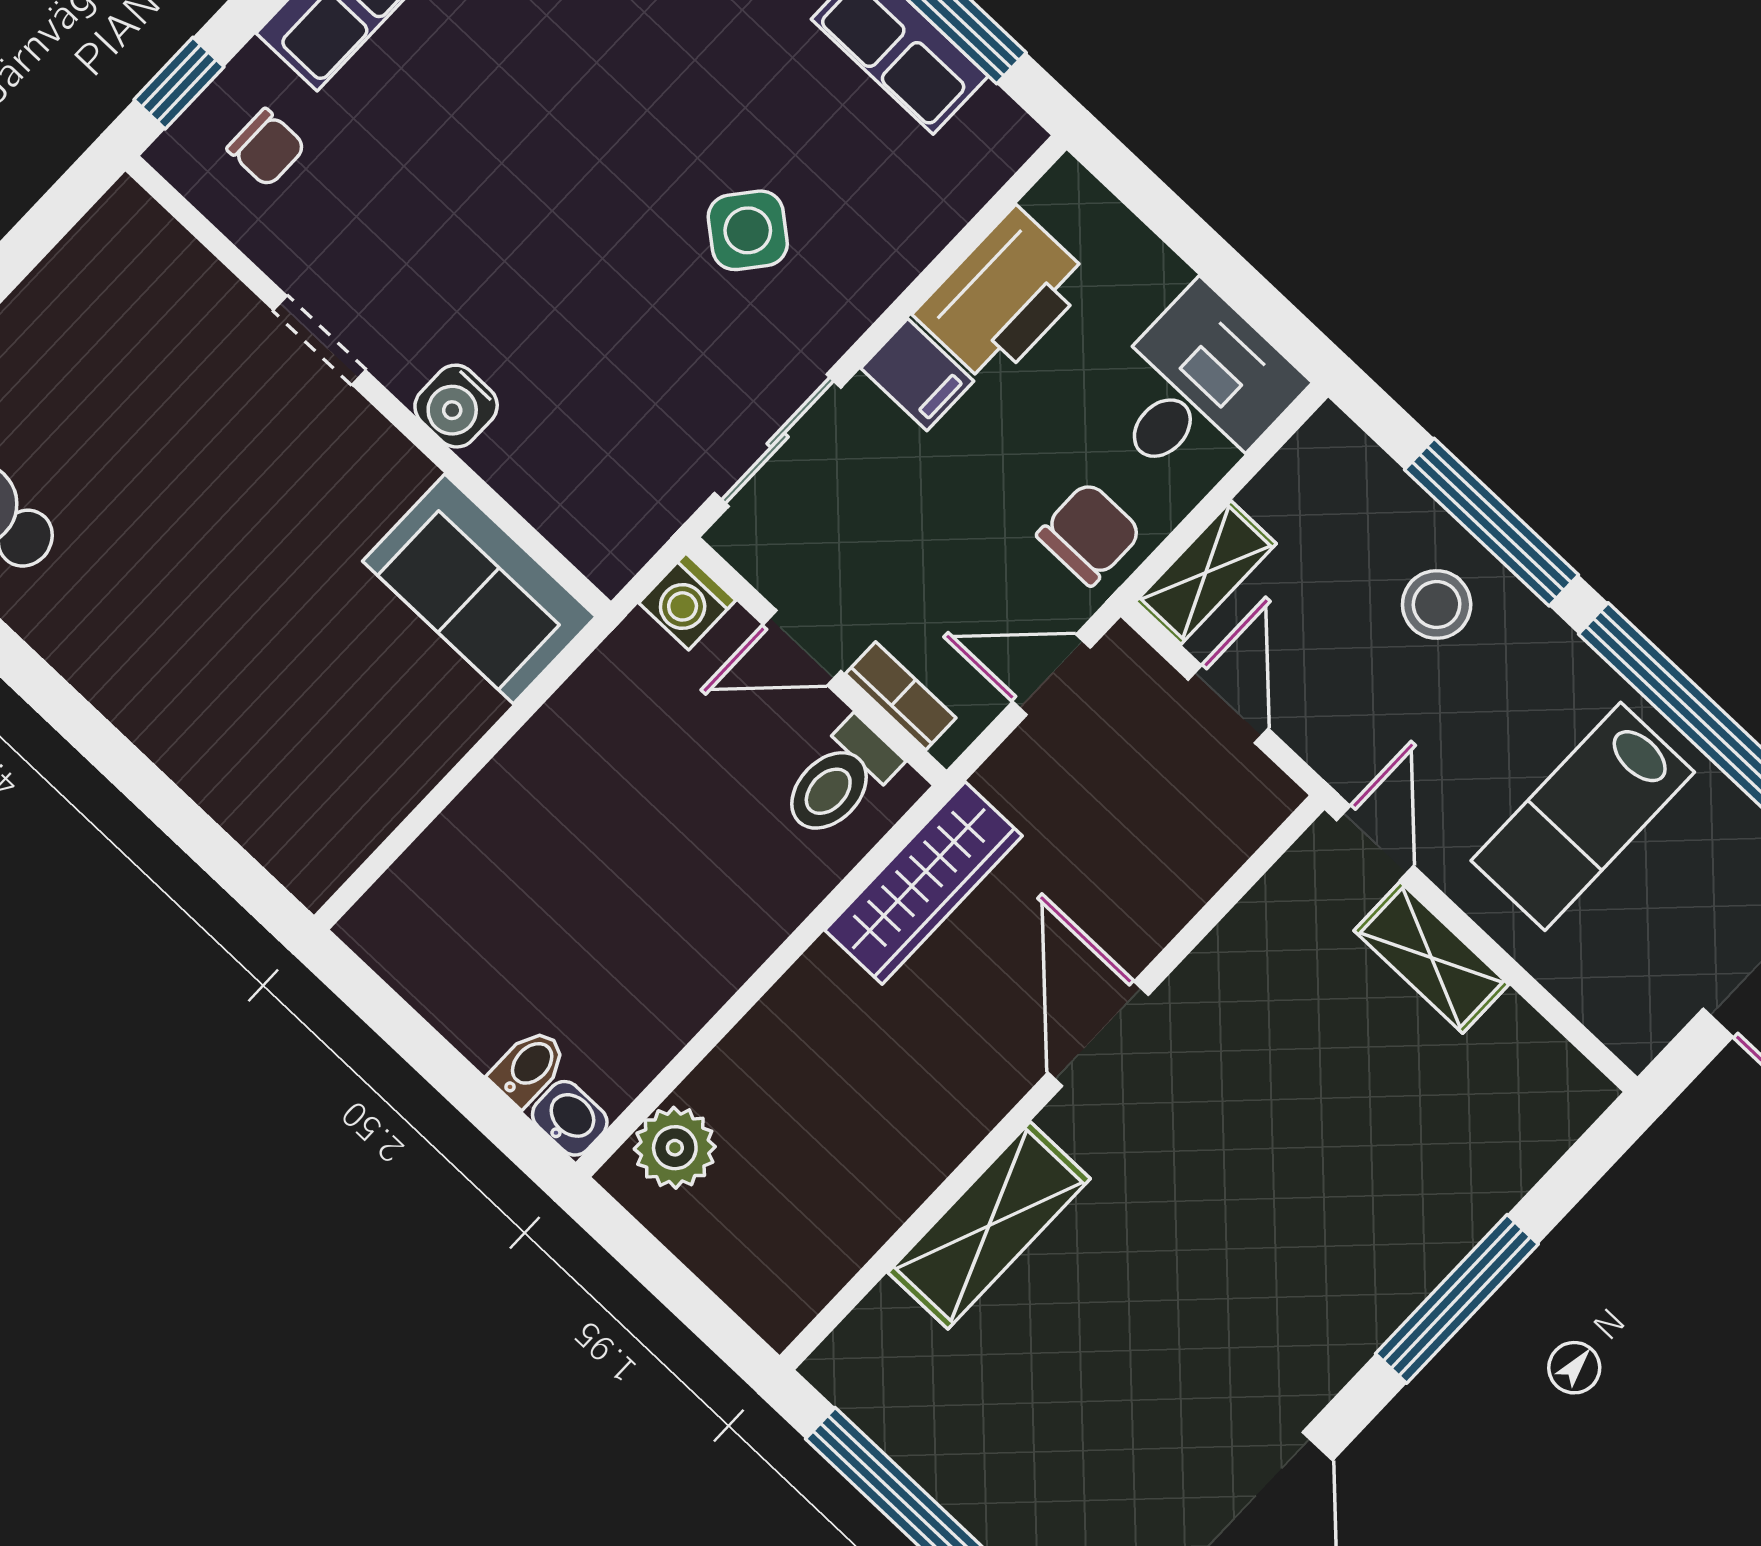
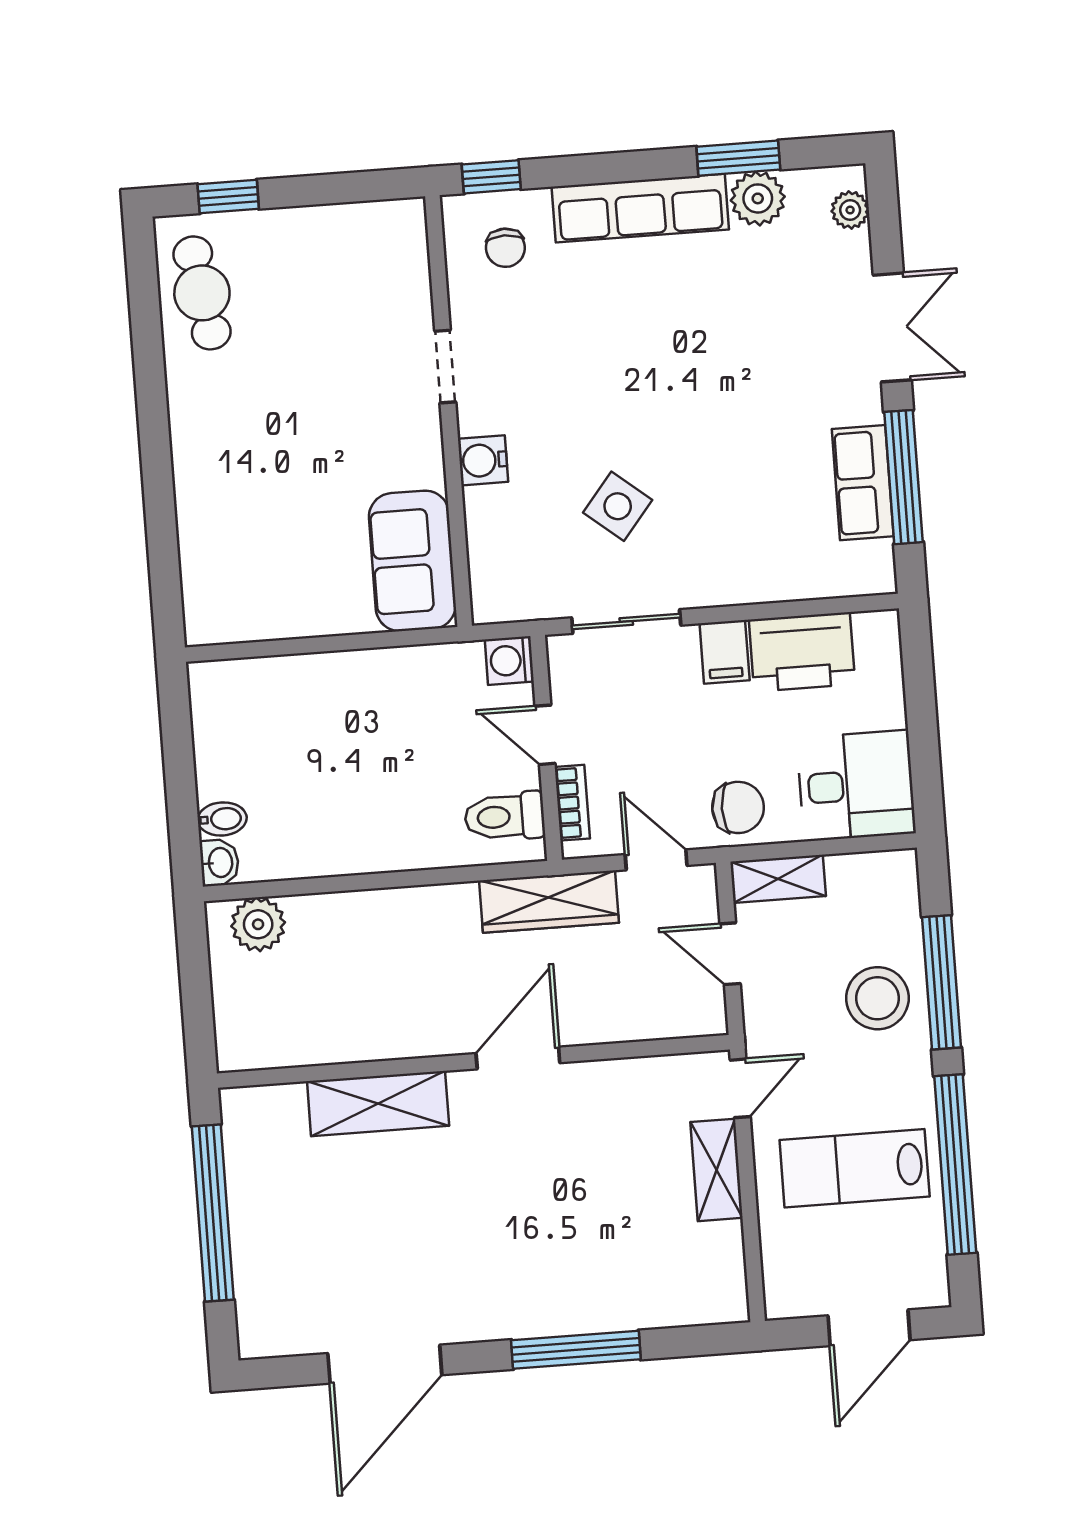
side table: (748, 230) -> (618, 506), moved
stool: (1437, 605) -> (877, 998), width x1.38, depth x1.38
door: (1228, 704) -> (730, 954), swing flipped
wardrobe: (924, 883) -> (549, 902), moved

